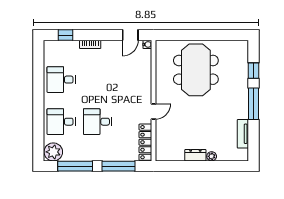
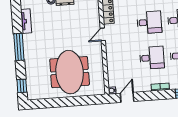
window: (253, 71) -> (22, 86), moved
desk: (98, 80) -> (152, 58), added

